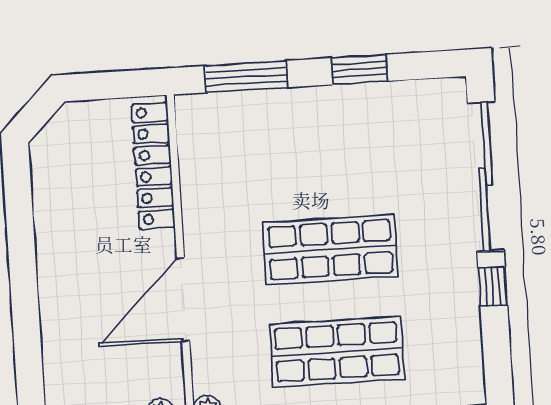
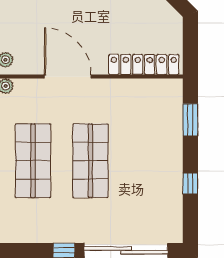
window: (359, 70) -> (190, 183), width x0.67
window: (246, 77) -> (190, 120), width x0.69

